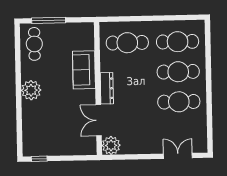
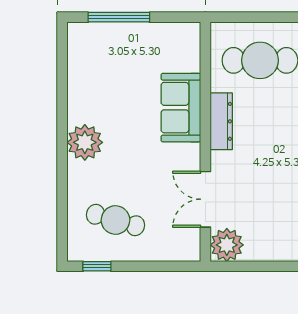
cafe table: (34, 44) -> (115, 220), moved, turned -74
dresser: (107, 88) -> (221, 121), moved

